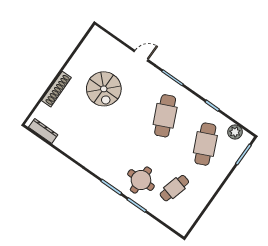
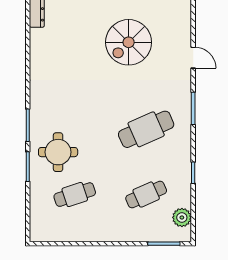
cafe table: (205, 144) -> (146, 195), width x0.73, depth x0.74
cafe table: (174, 188) -> (75, 195), turned -33

